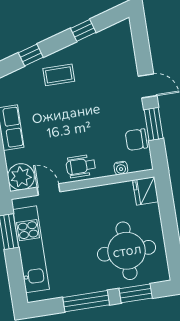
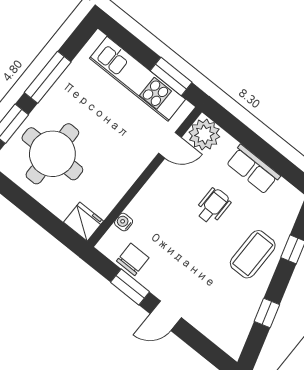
coffee table: (59, 75) -> (253, 254), width x1.36, depth x1.30
wheelchair: (81, 166) -> (213, 206), moved

